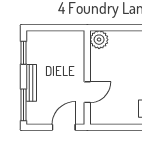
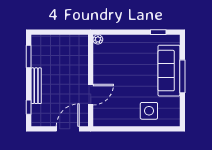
plant: (99, 40) -> (98, 39), width x0.53, depth x0.53
window: (23, 105) -> (29, 107), width x0.46

